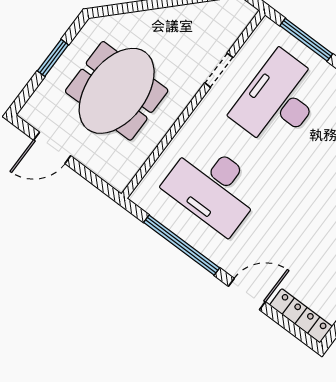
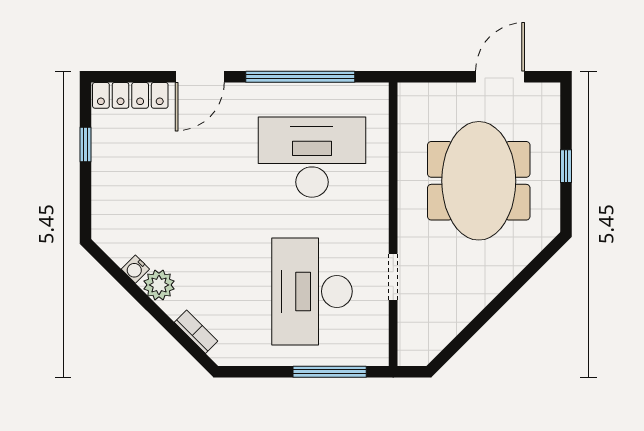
window: (53, 58) -> (566, 166), width x0.67
desk: (279, 100) -> (312, 291), turned 180

